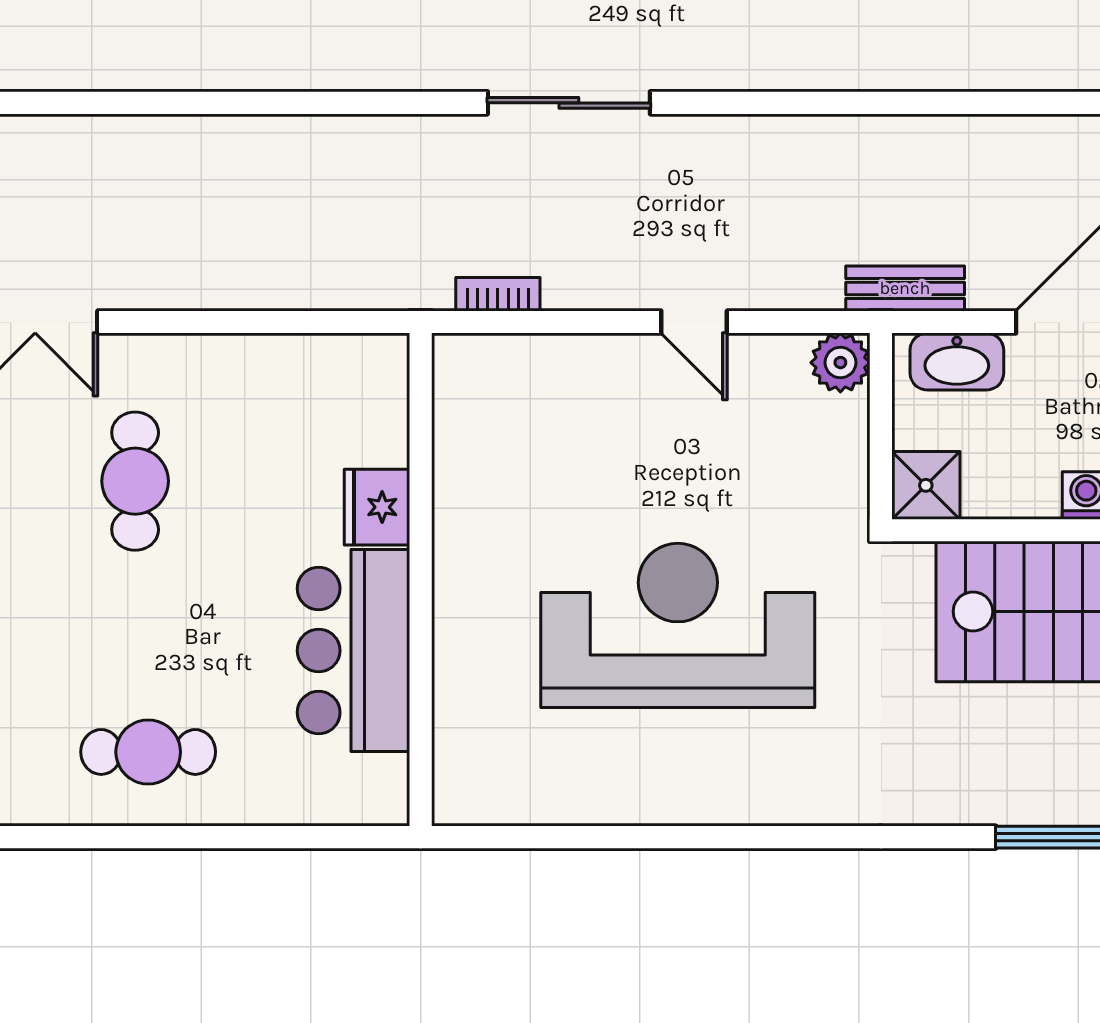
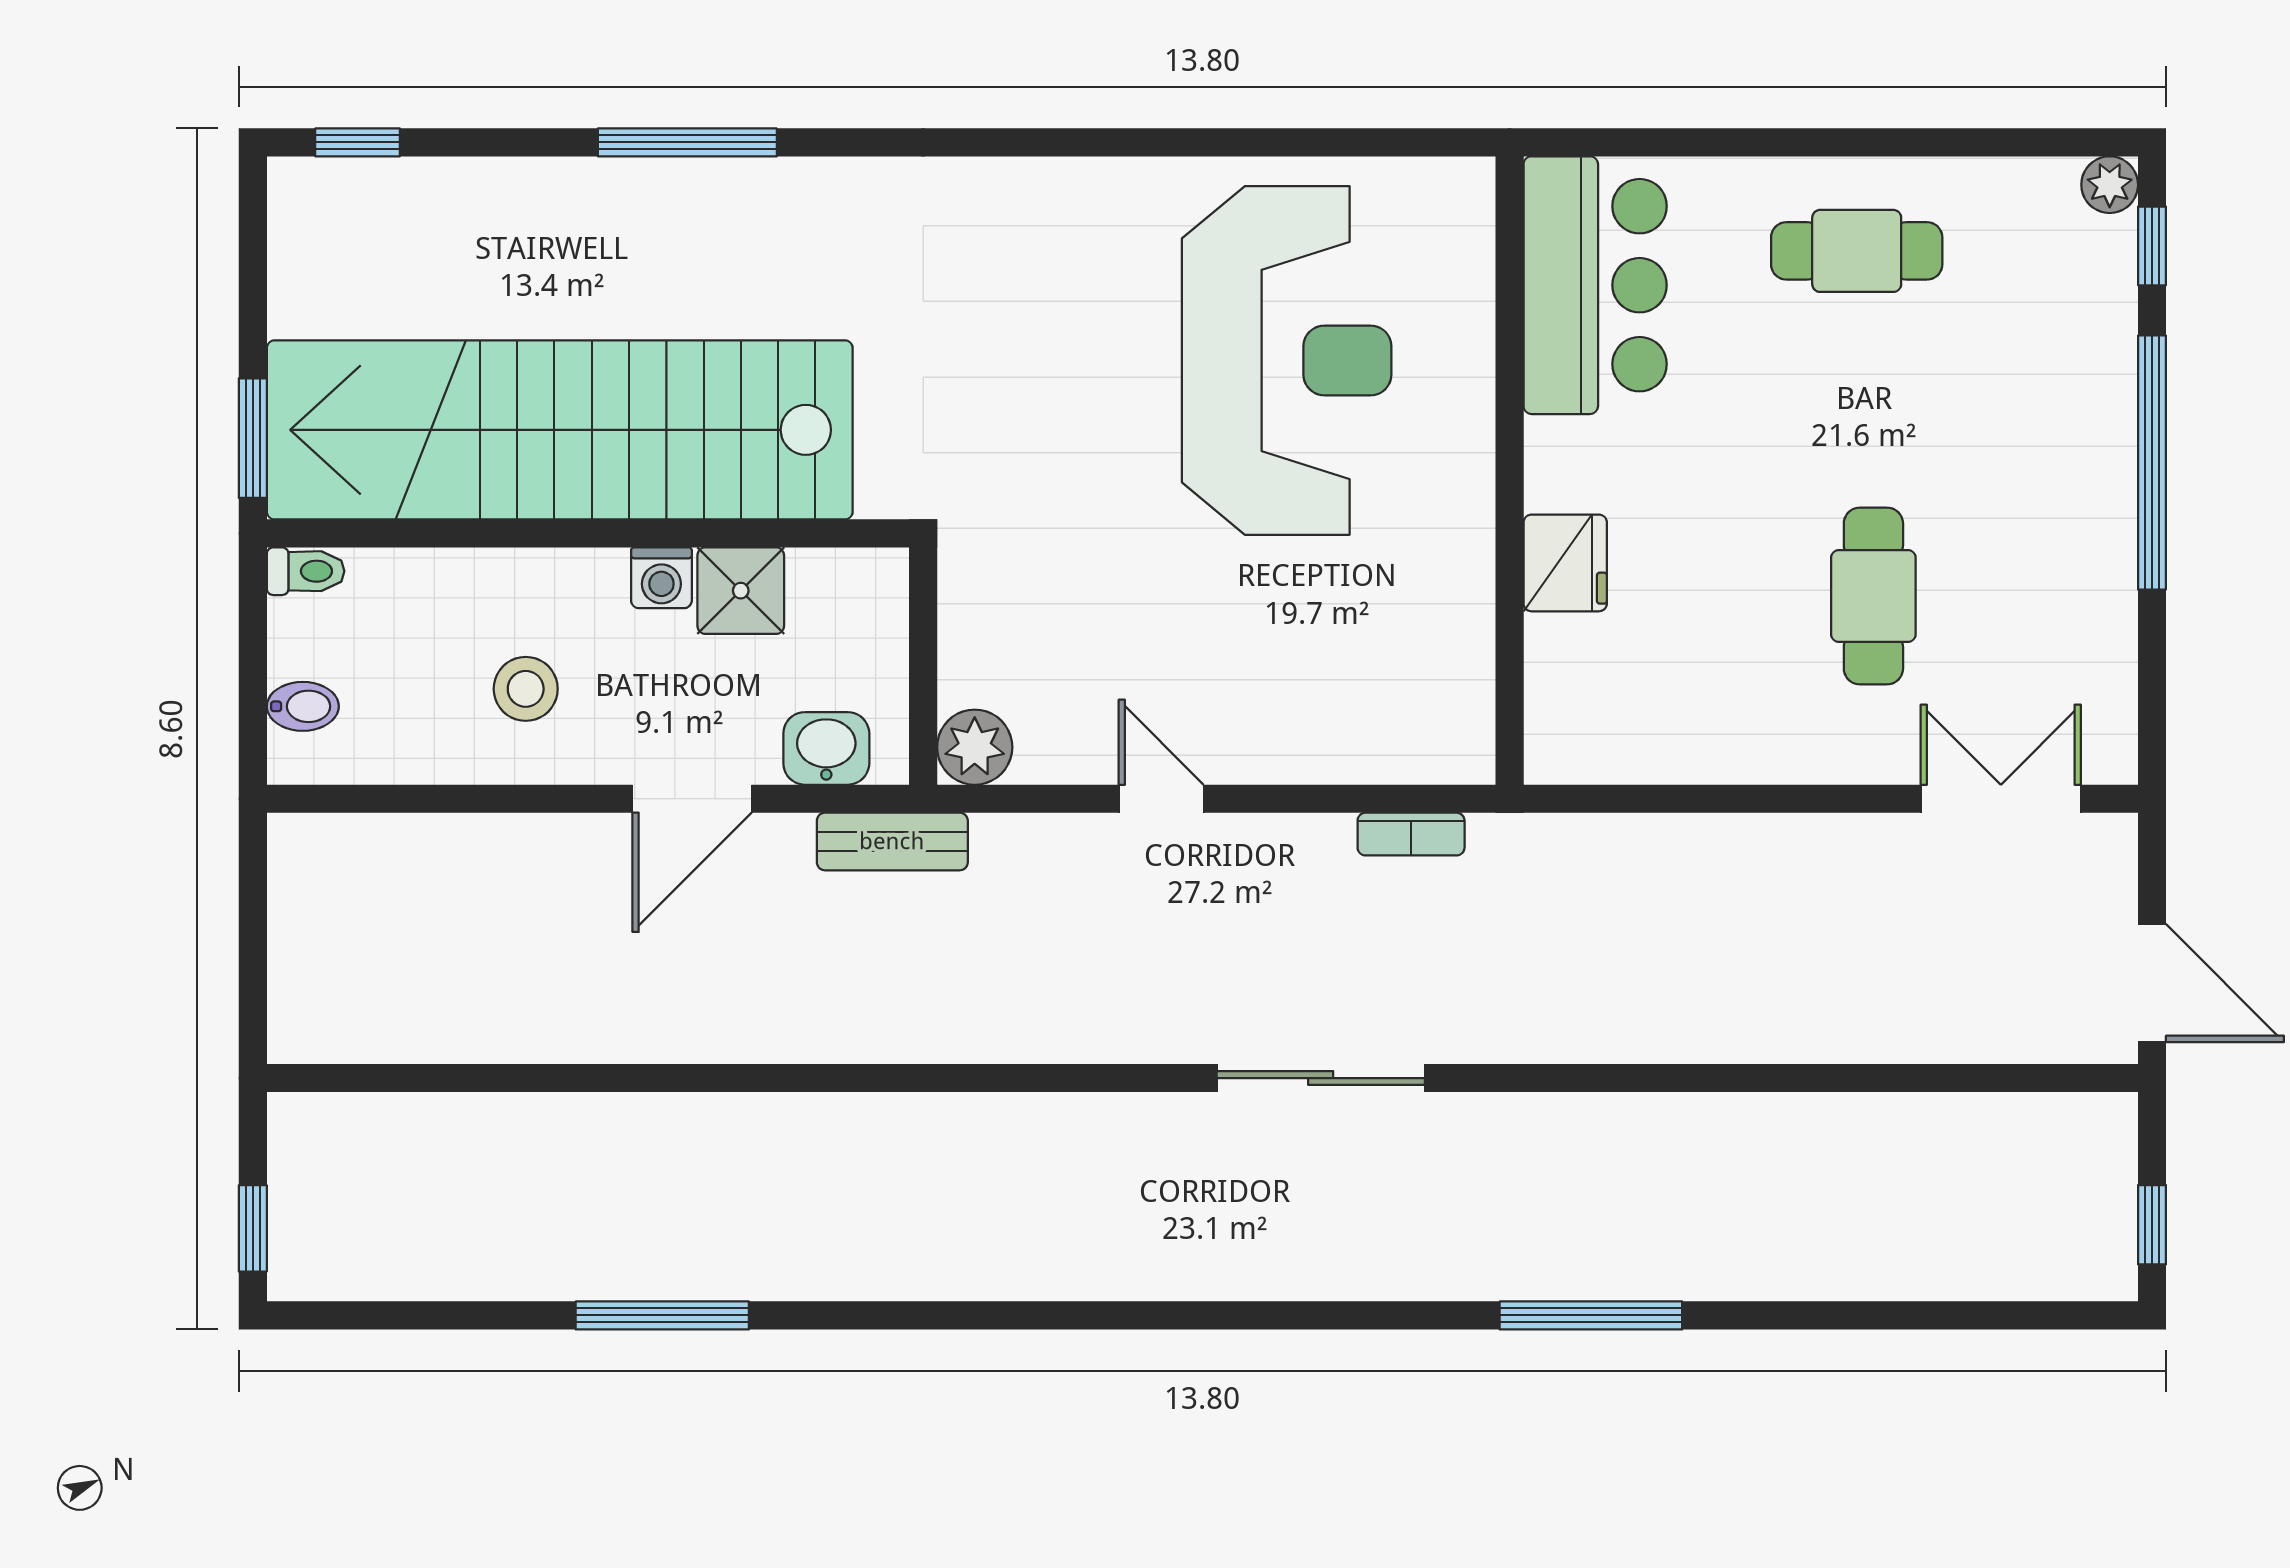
washbasin: (957, 362) -> (826, 748), width x0.72
shower: (926, 485) -> (741, 591), moved
reception desk: (678, 625) -> (1287, 360), moved, turned -90
bar counter: (353, 651) -> (1595, 285), moved

